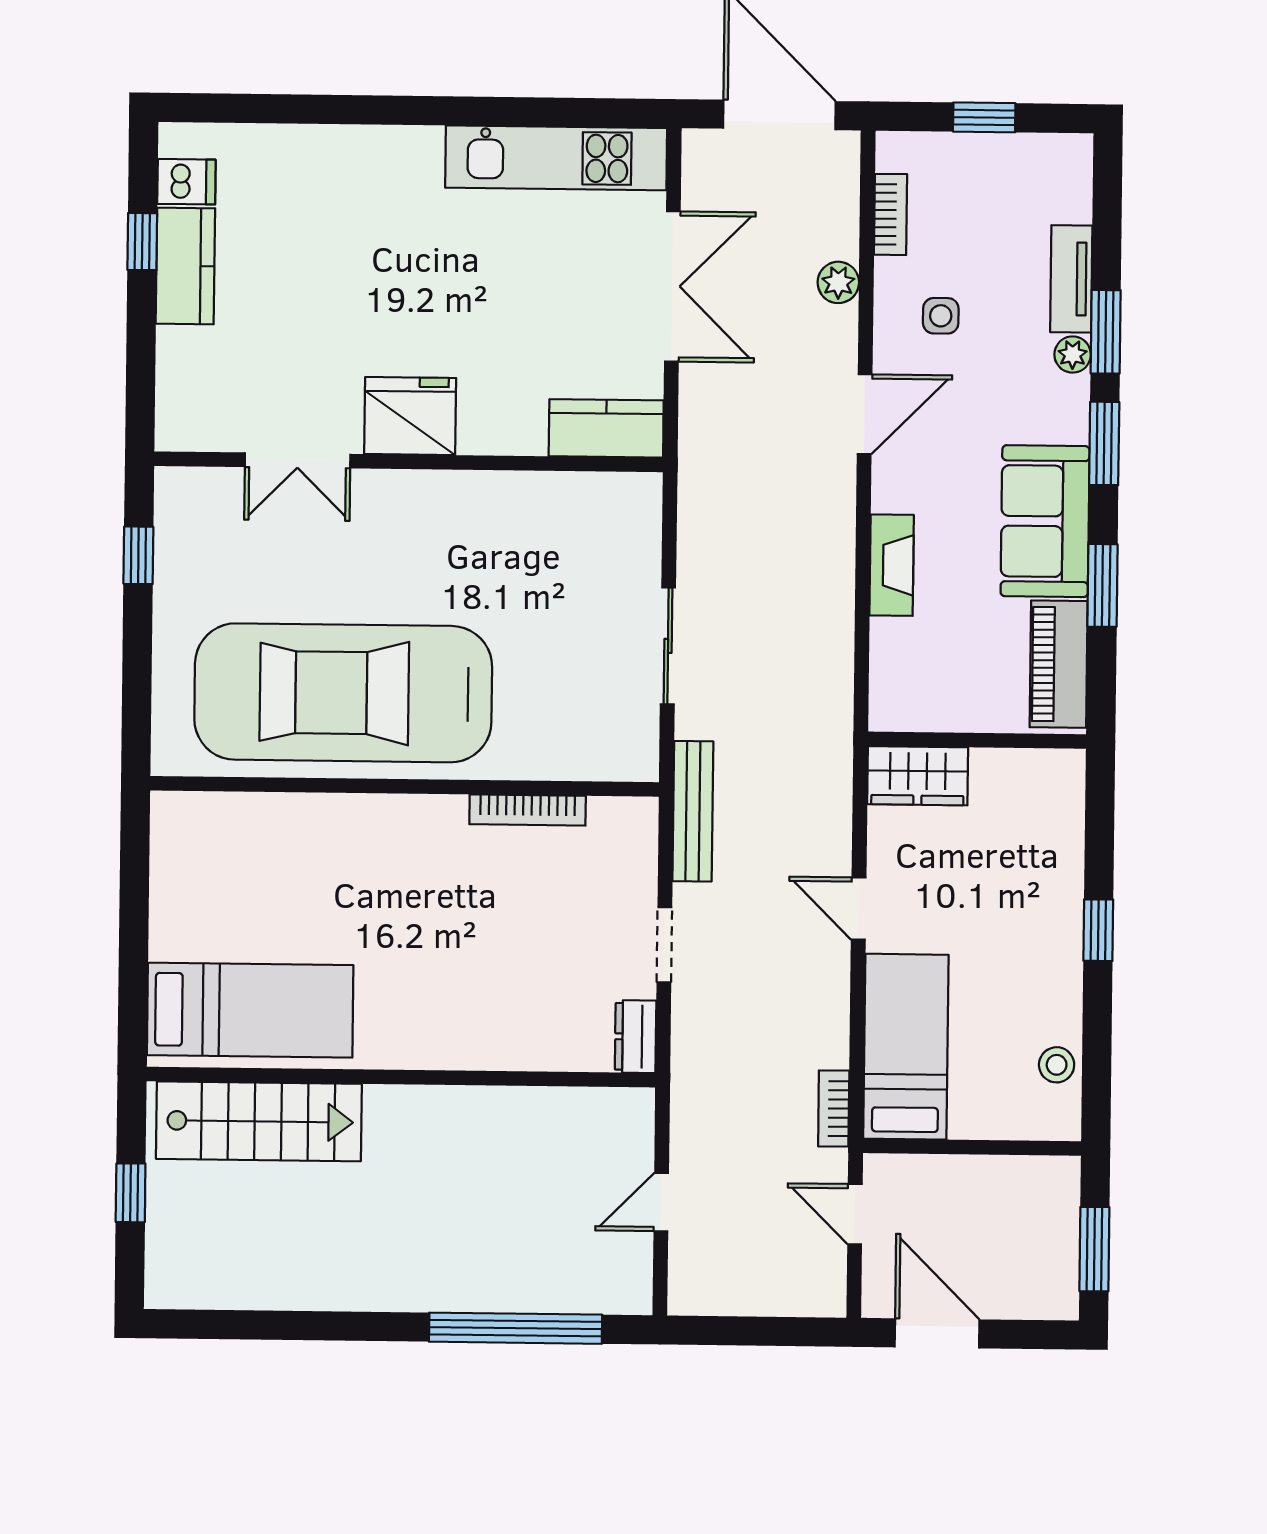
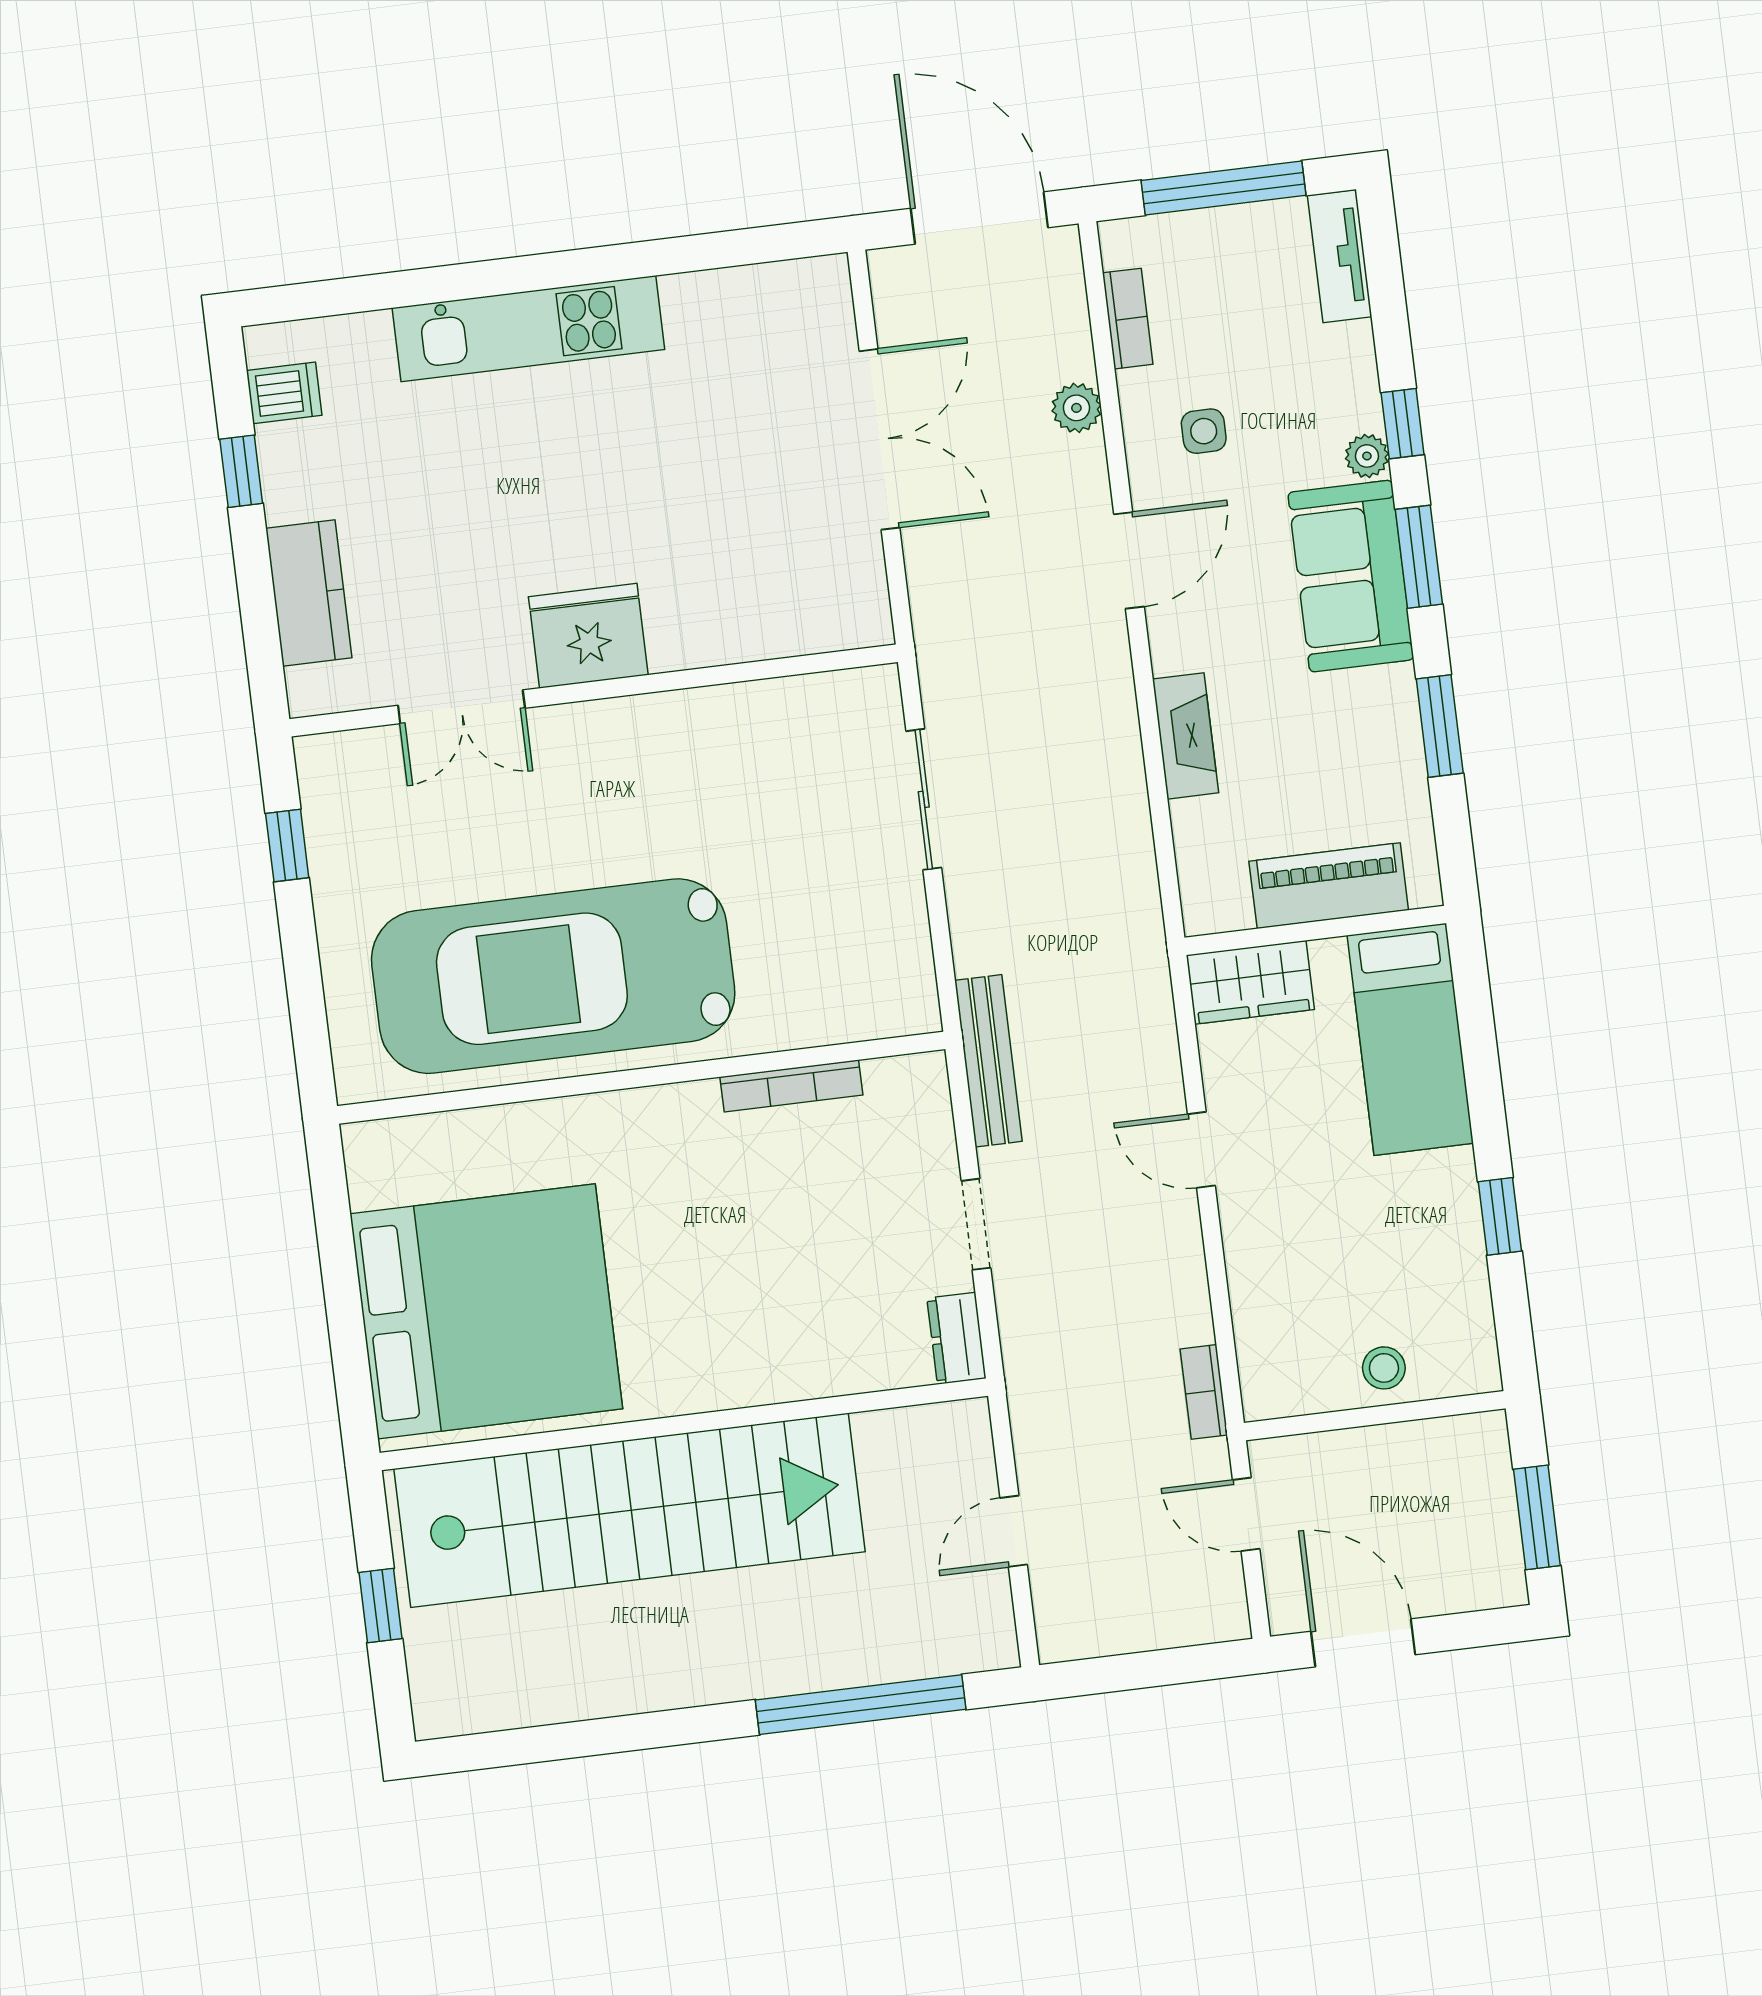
window: (984, 117) -> (1224, 188), width x2.17
kitchen unit: (556, 158) -> (528, 329), moved
kitchen counter: (185, 266) -> (309, 593), moved
tv unit: (1071, 279) -> (1340, 256), moved
window: (1106, 332) -> (1403, 424), width x0.67
kitchen counter: (606, 428) -> (824, 619), removed
sofa: (1045, 521) -> (1351, 576), moved
sliding door: (668, 646) -> (924, 799), moved
piano: (1059, 664) -> (1329, 886), moved, turned 90
window: (1098, 930) -> (1500, 1216), moved
bed: (250, 1010) -> (486, 1311), width x2.04
bed: (906, 1047) -> (1410, 1039), moved, turned 180
stool: (1057, 1065) -> (1384, 1368), moved
stairs: (259, 1121) -> (629, 1510), width x1.86, depth x1.51

